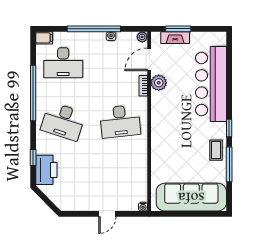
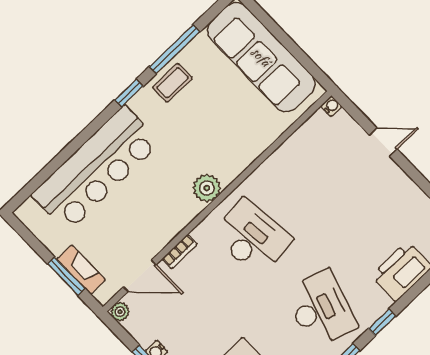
plant: (159, 83) -> (207, 188), moved
window: (33, 157) -> (382, 322), moved

